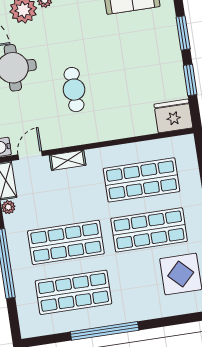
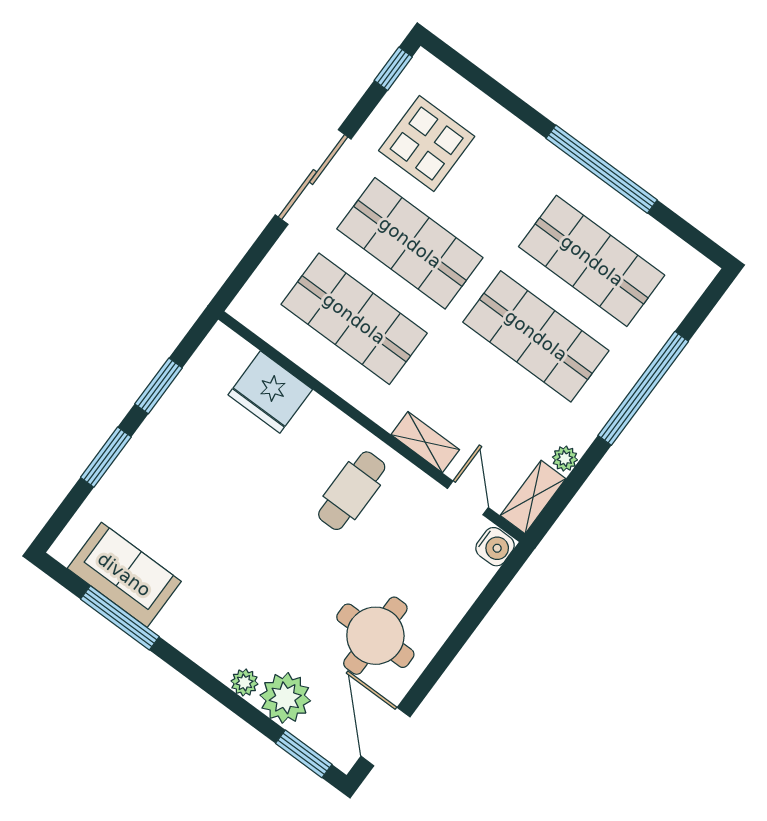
cafe table: (74, 90) -> (352, 491), moved
fridge: (173, 116) -> (270, 392), moved
door: (30, 155) -> (468, 498), swing flipped

